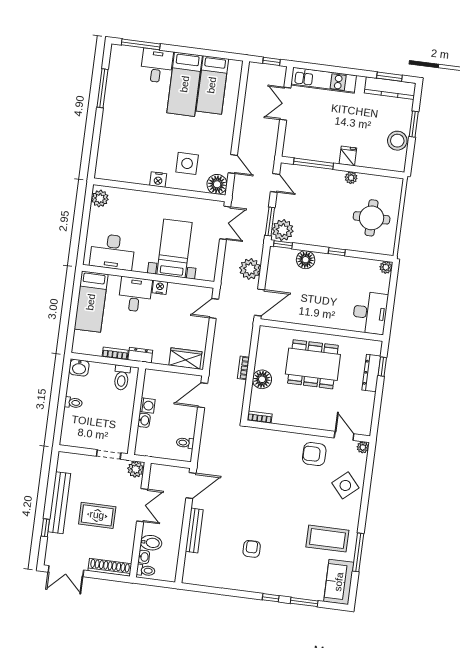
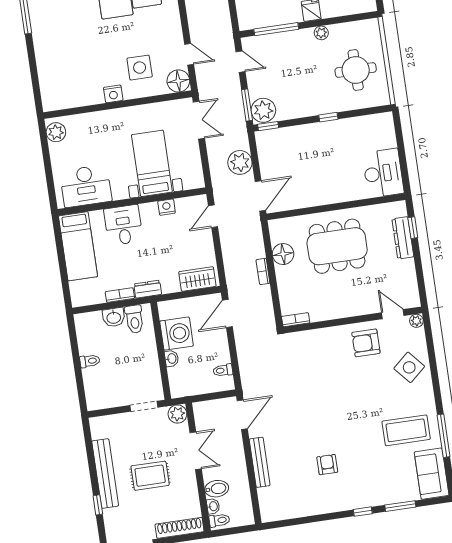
floor lamp: (306, 260) -> (297, 135), removed
plant: (386, 267) -> (386, 119), removed
nightstand: (160, 287) -> (167, 207), moved
washbasin: (79, 368) -> (114, 317), moved
floor lamp: (262, 379) -> (283, 254), moved
washing machine: (147, 406) -> (177, 334), width x1.89, depth x1.89

